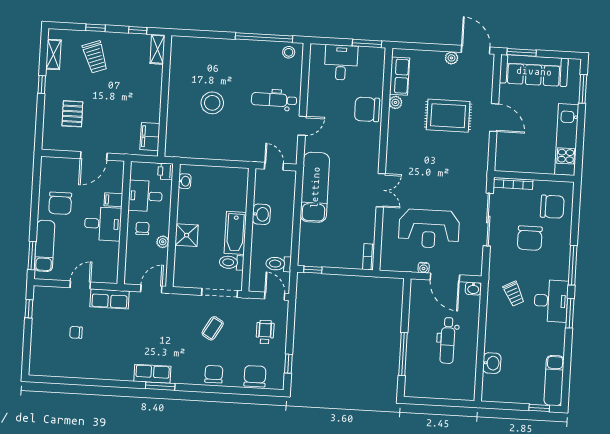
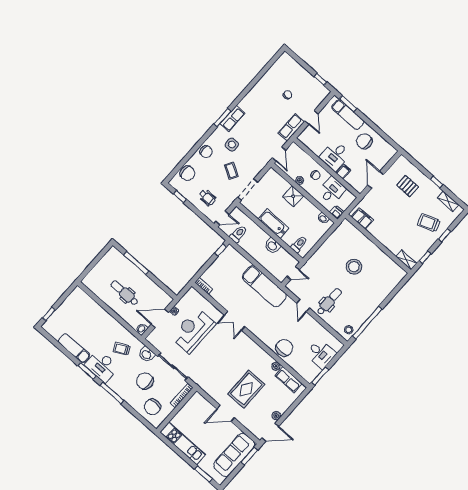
toilet: (232, 262) -> (299, 244), moved
side table: (183, 351) -> (232, 145), added
washbasin: (492, 363) -> (147, 354), moved
exam couch: (554, 381) -> (74, 348), moved

